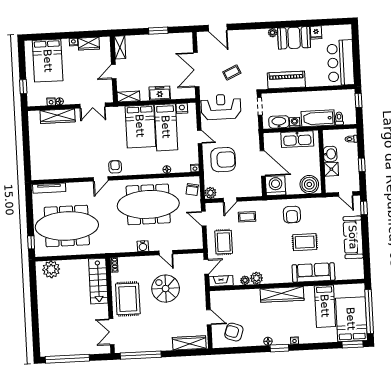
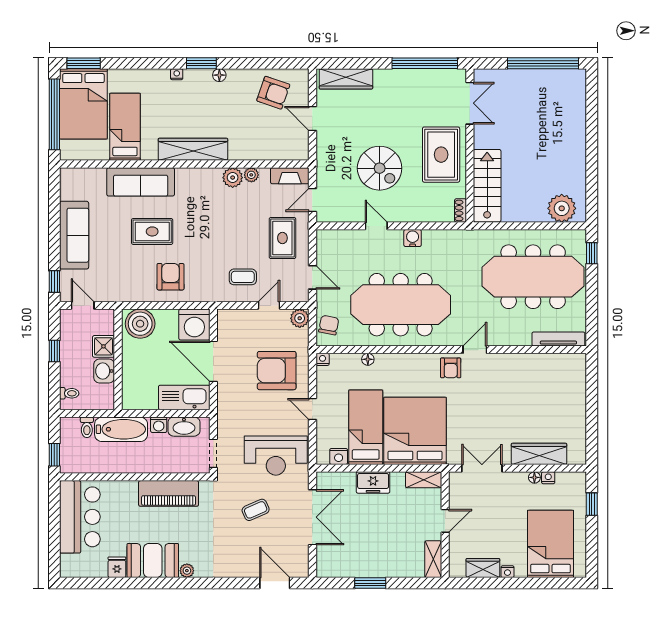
bed: (140, 126) -> (415, 431), width x1.36
kitchen sink: (297, 139) -> (184, 397), moved

